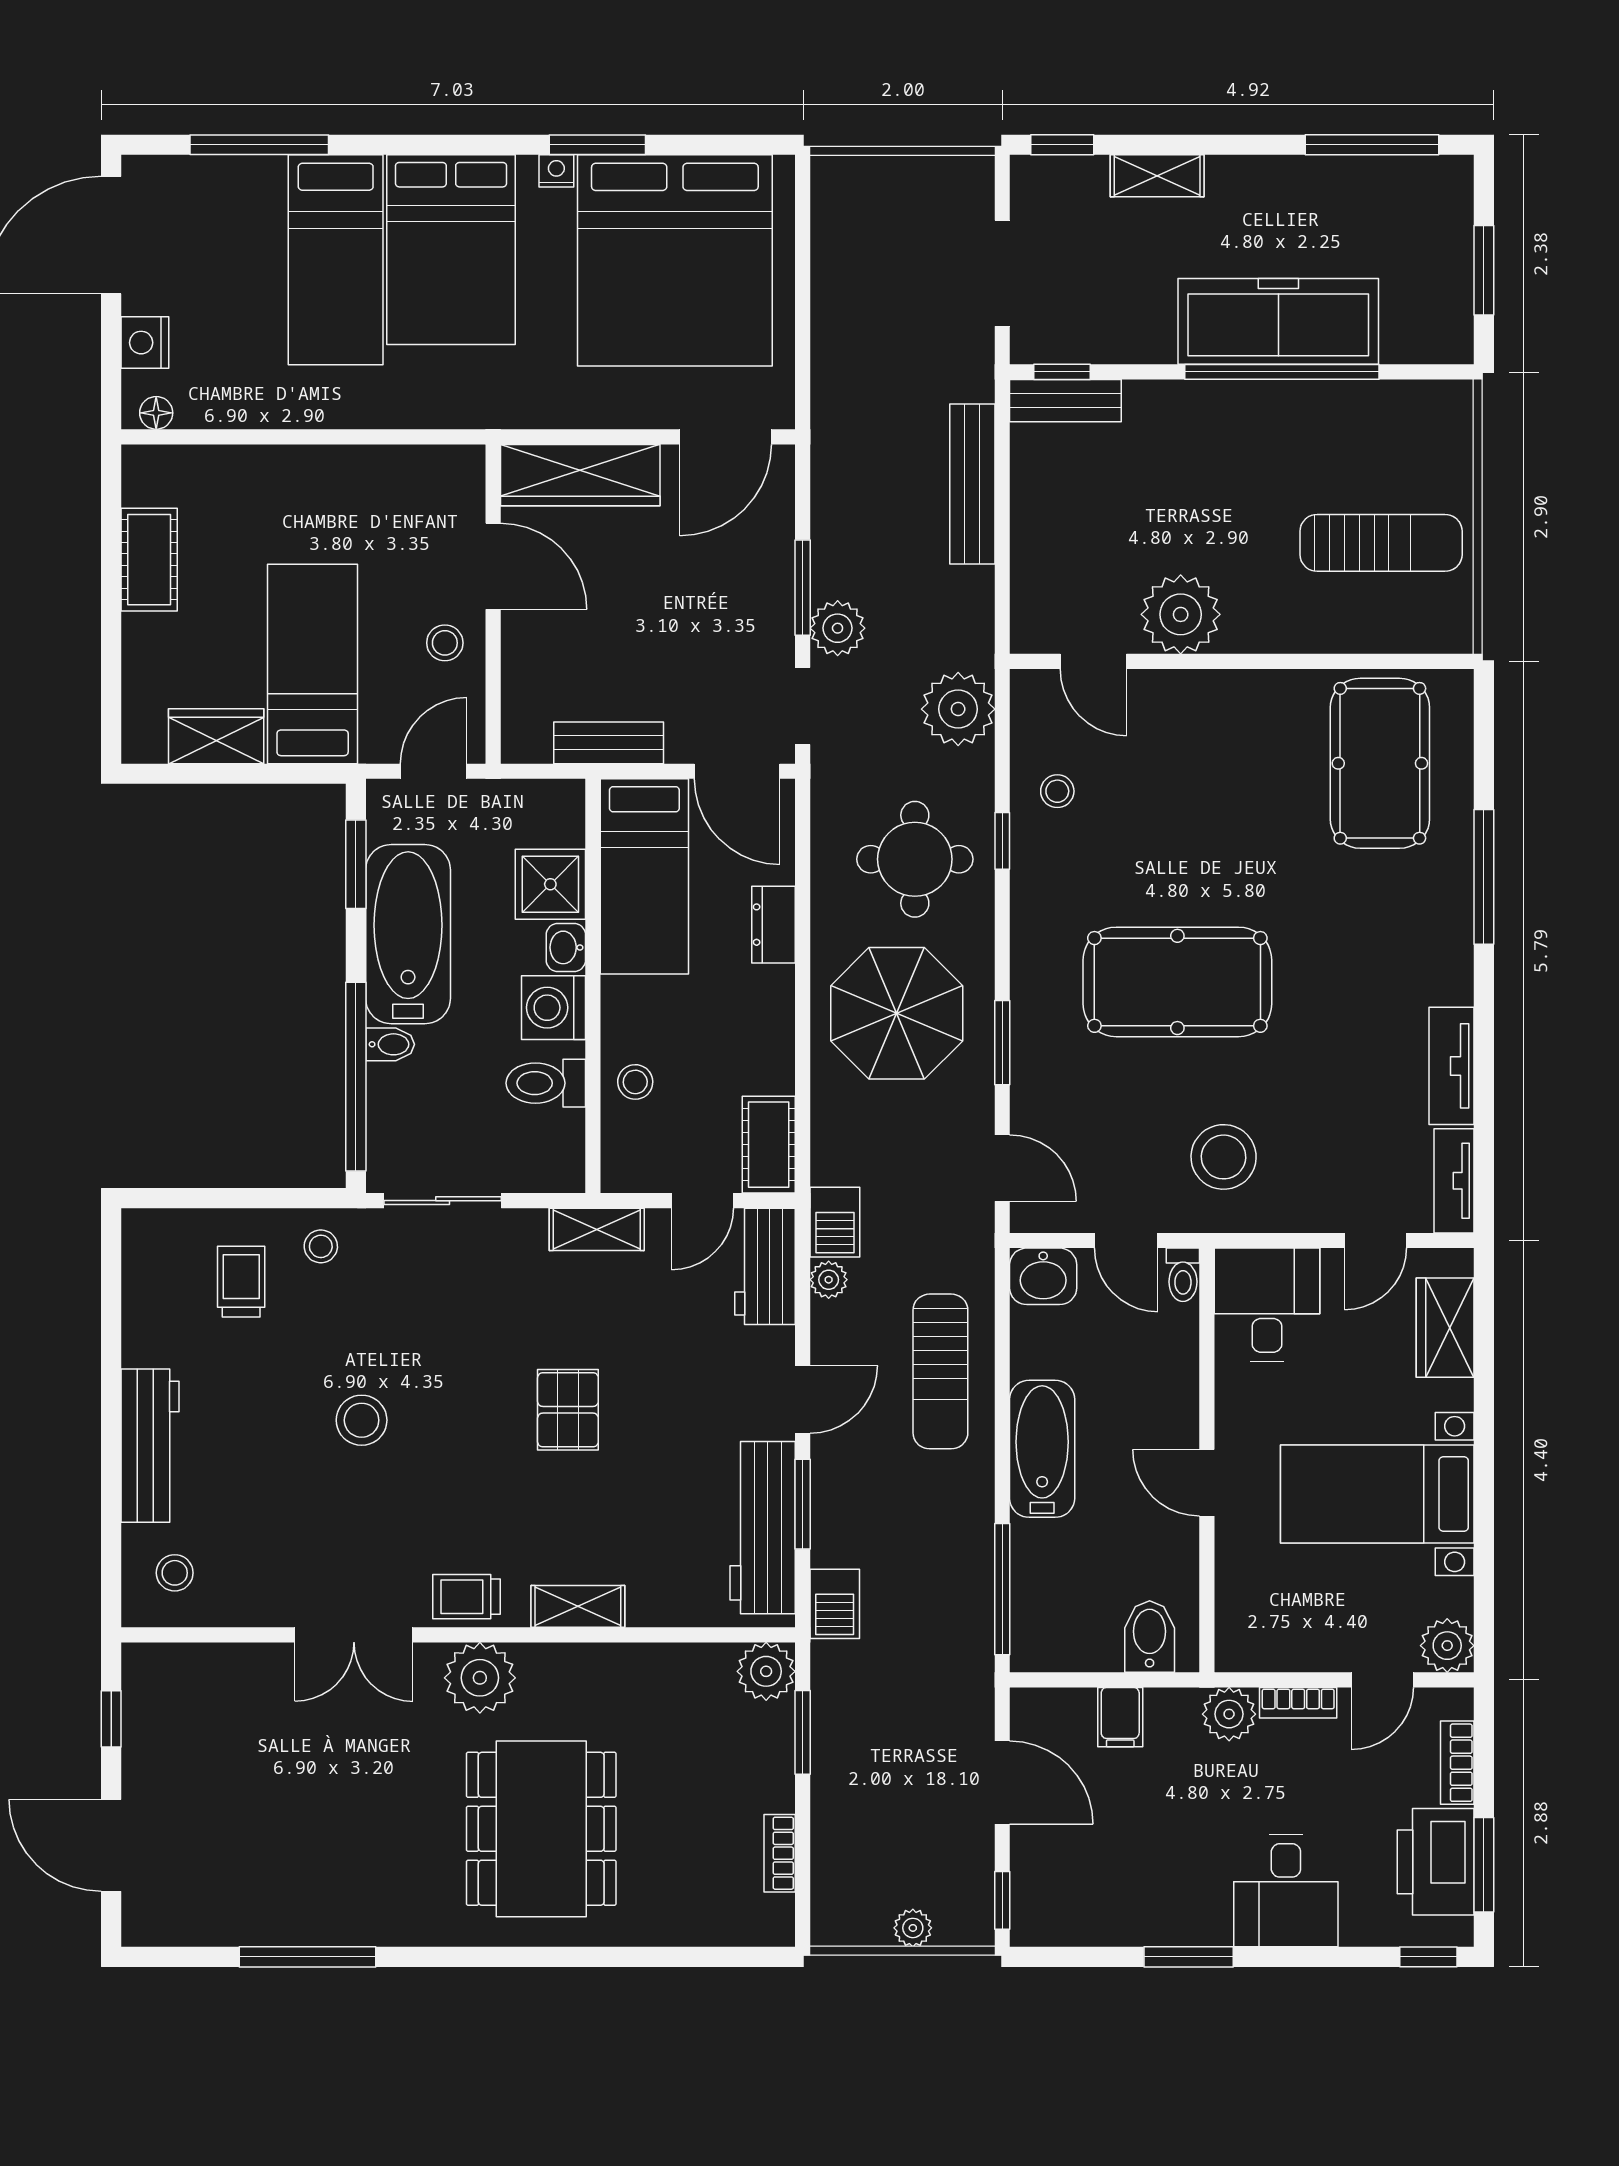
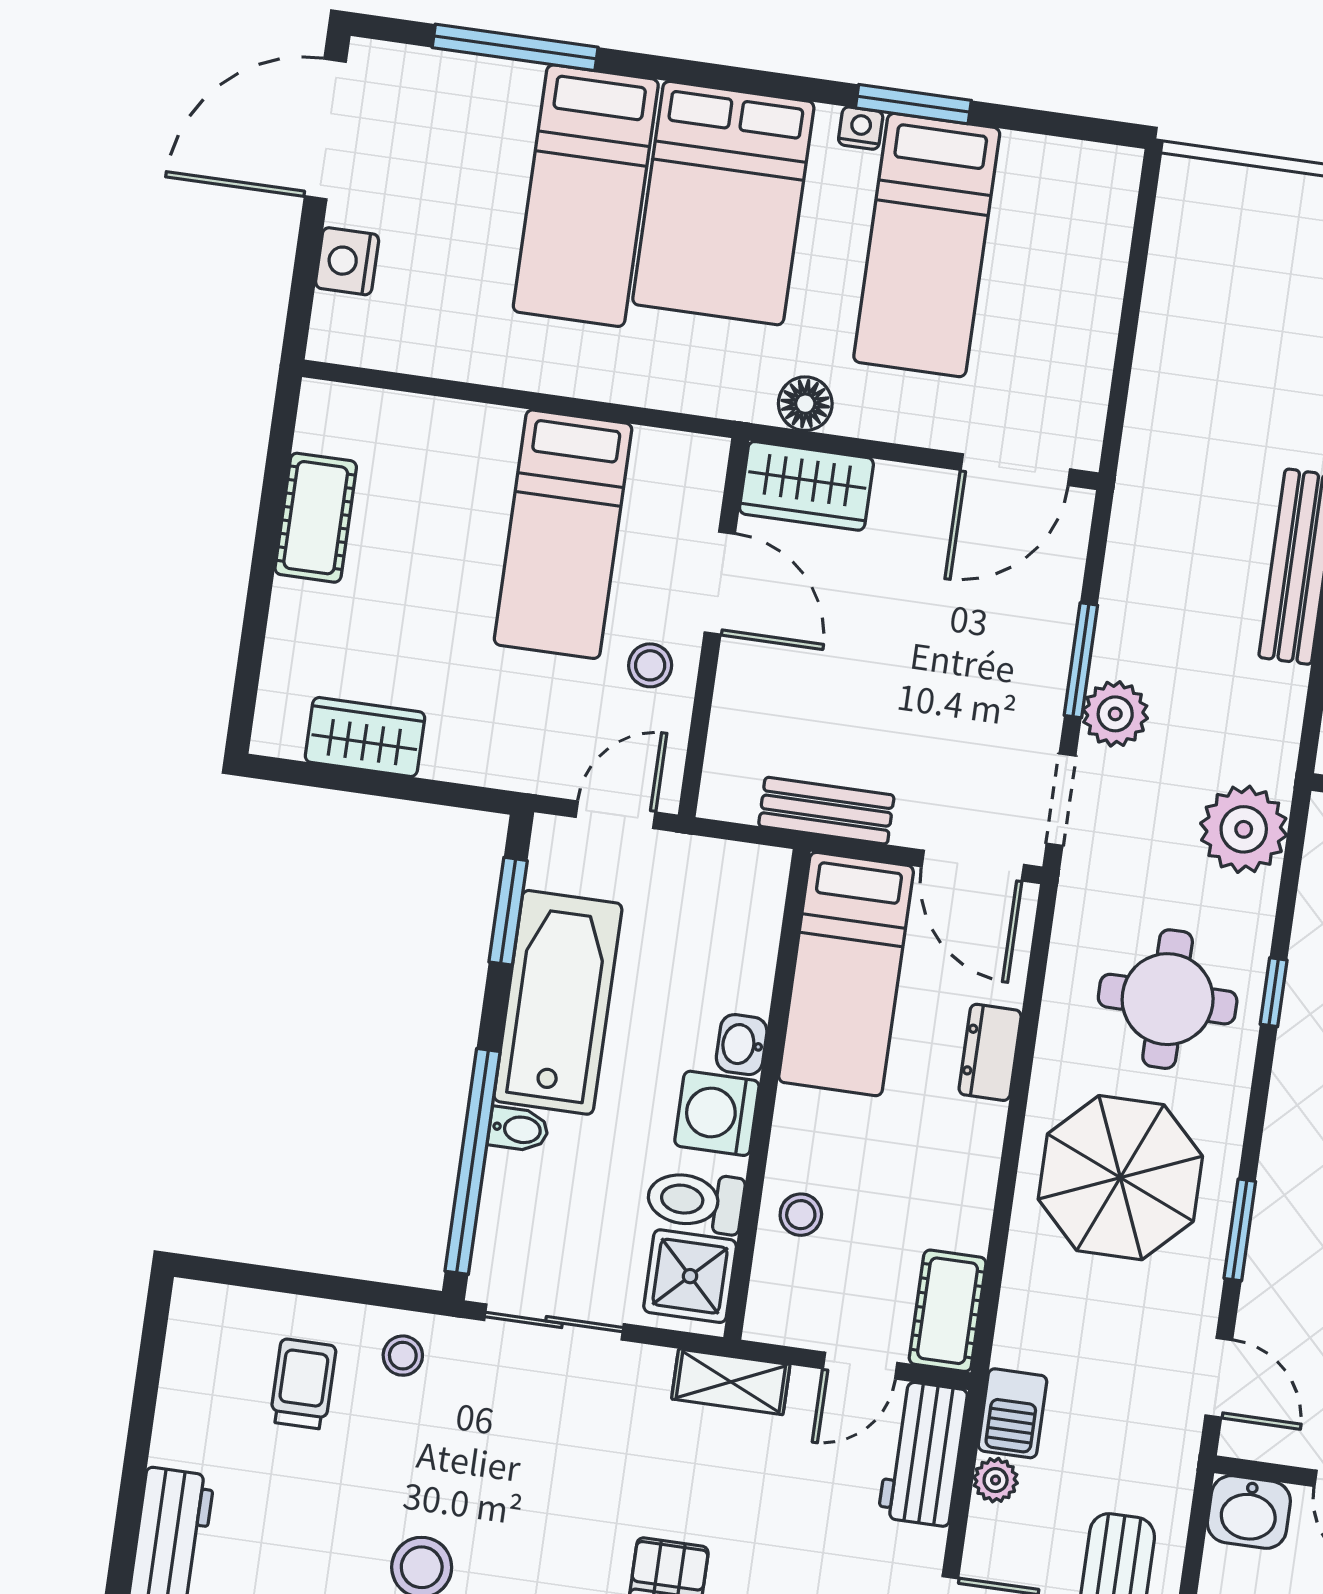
bed: (675, 260) -> (927, 245), width x0.49
floor lamp: (156, 413) -> (805, 404), moved, width x1.37, depth x1.37
wardrobe: (580, 475) -> (806, 486), width x0.67
bed: (313, 664) -> (563, 534), moved, turned 180
shower: (550, 884) -> (690, 1276), moved

